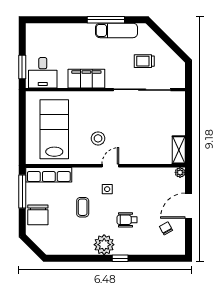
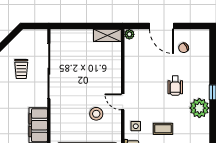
side table: (107, 189) -> (136, 126), moved

